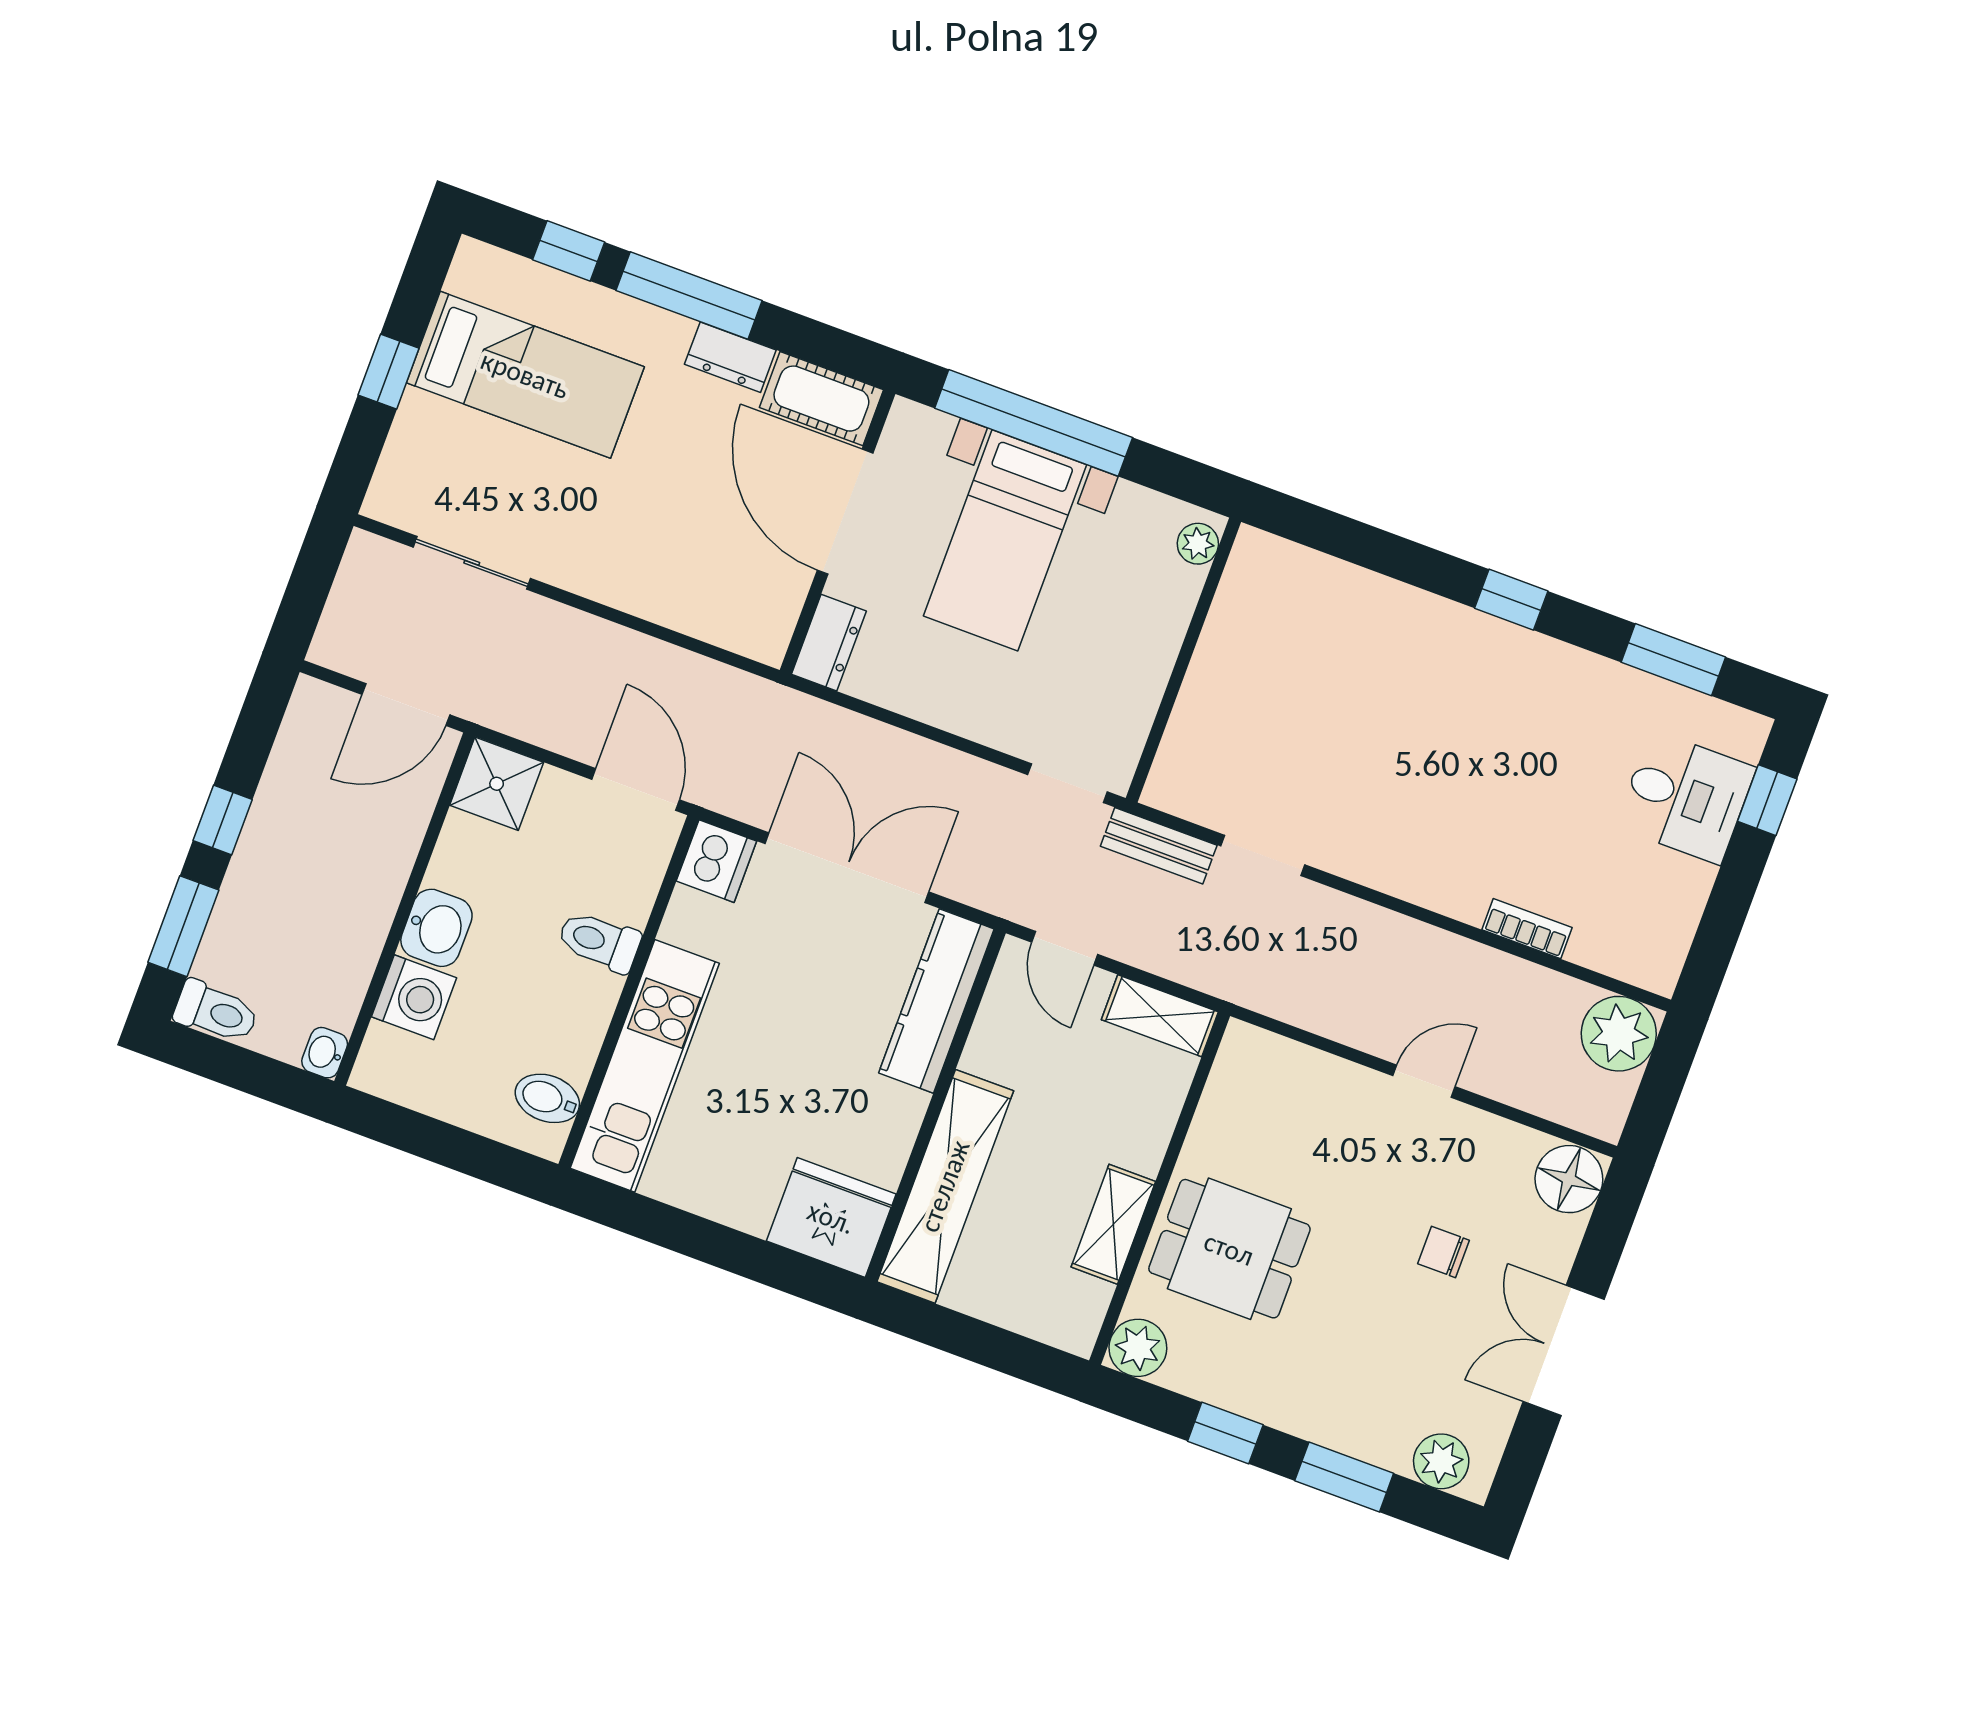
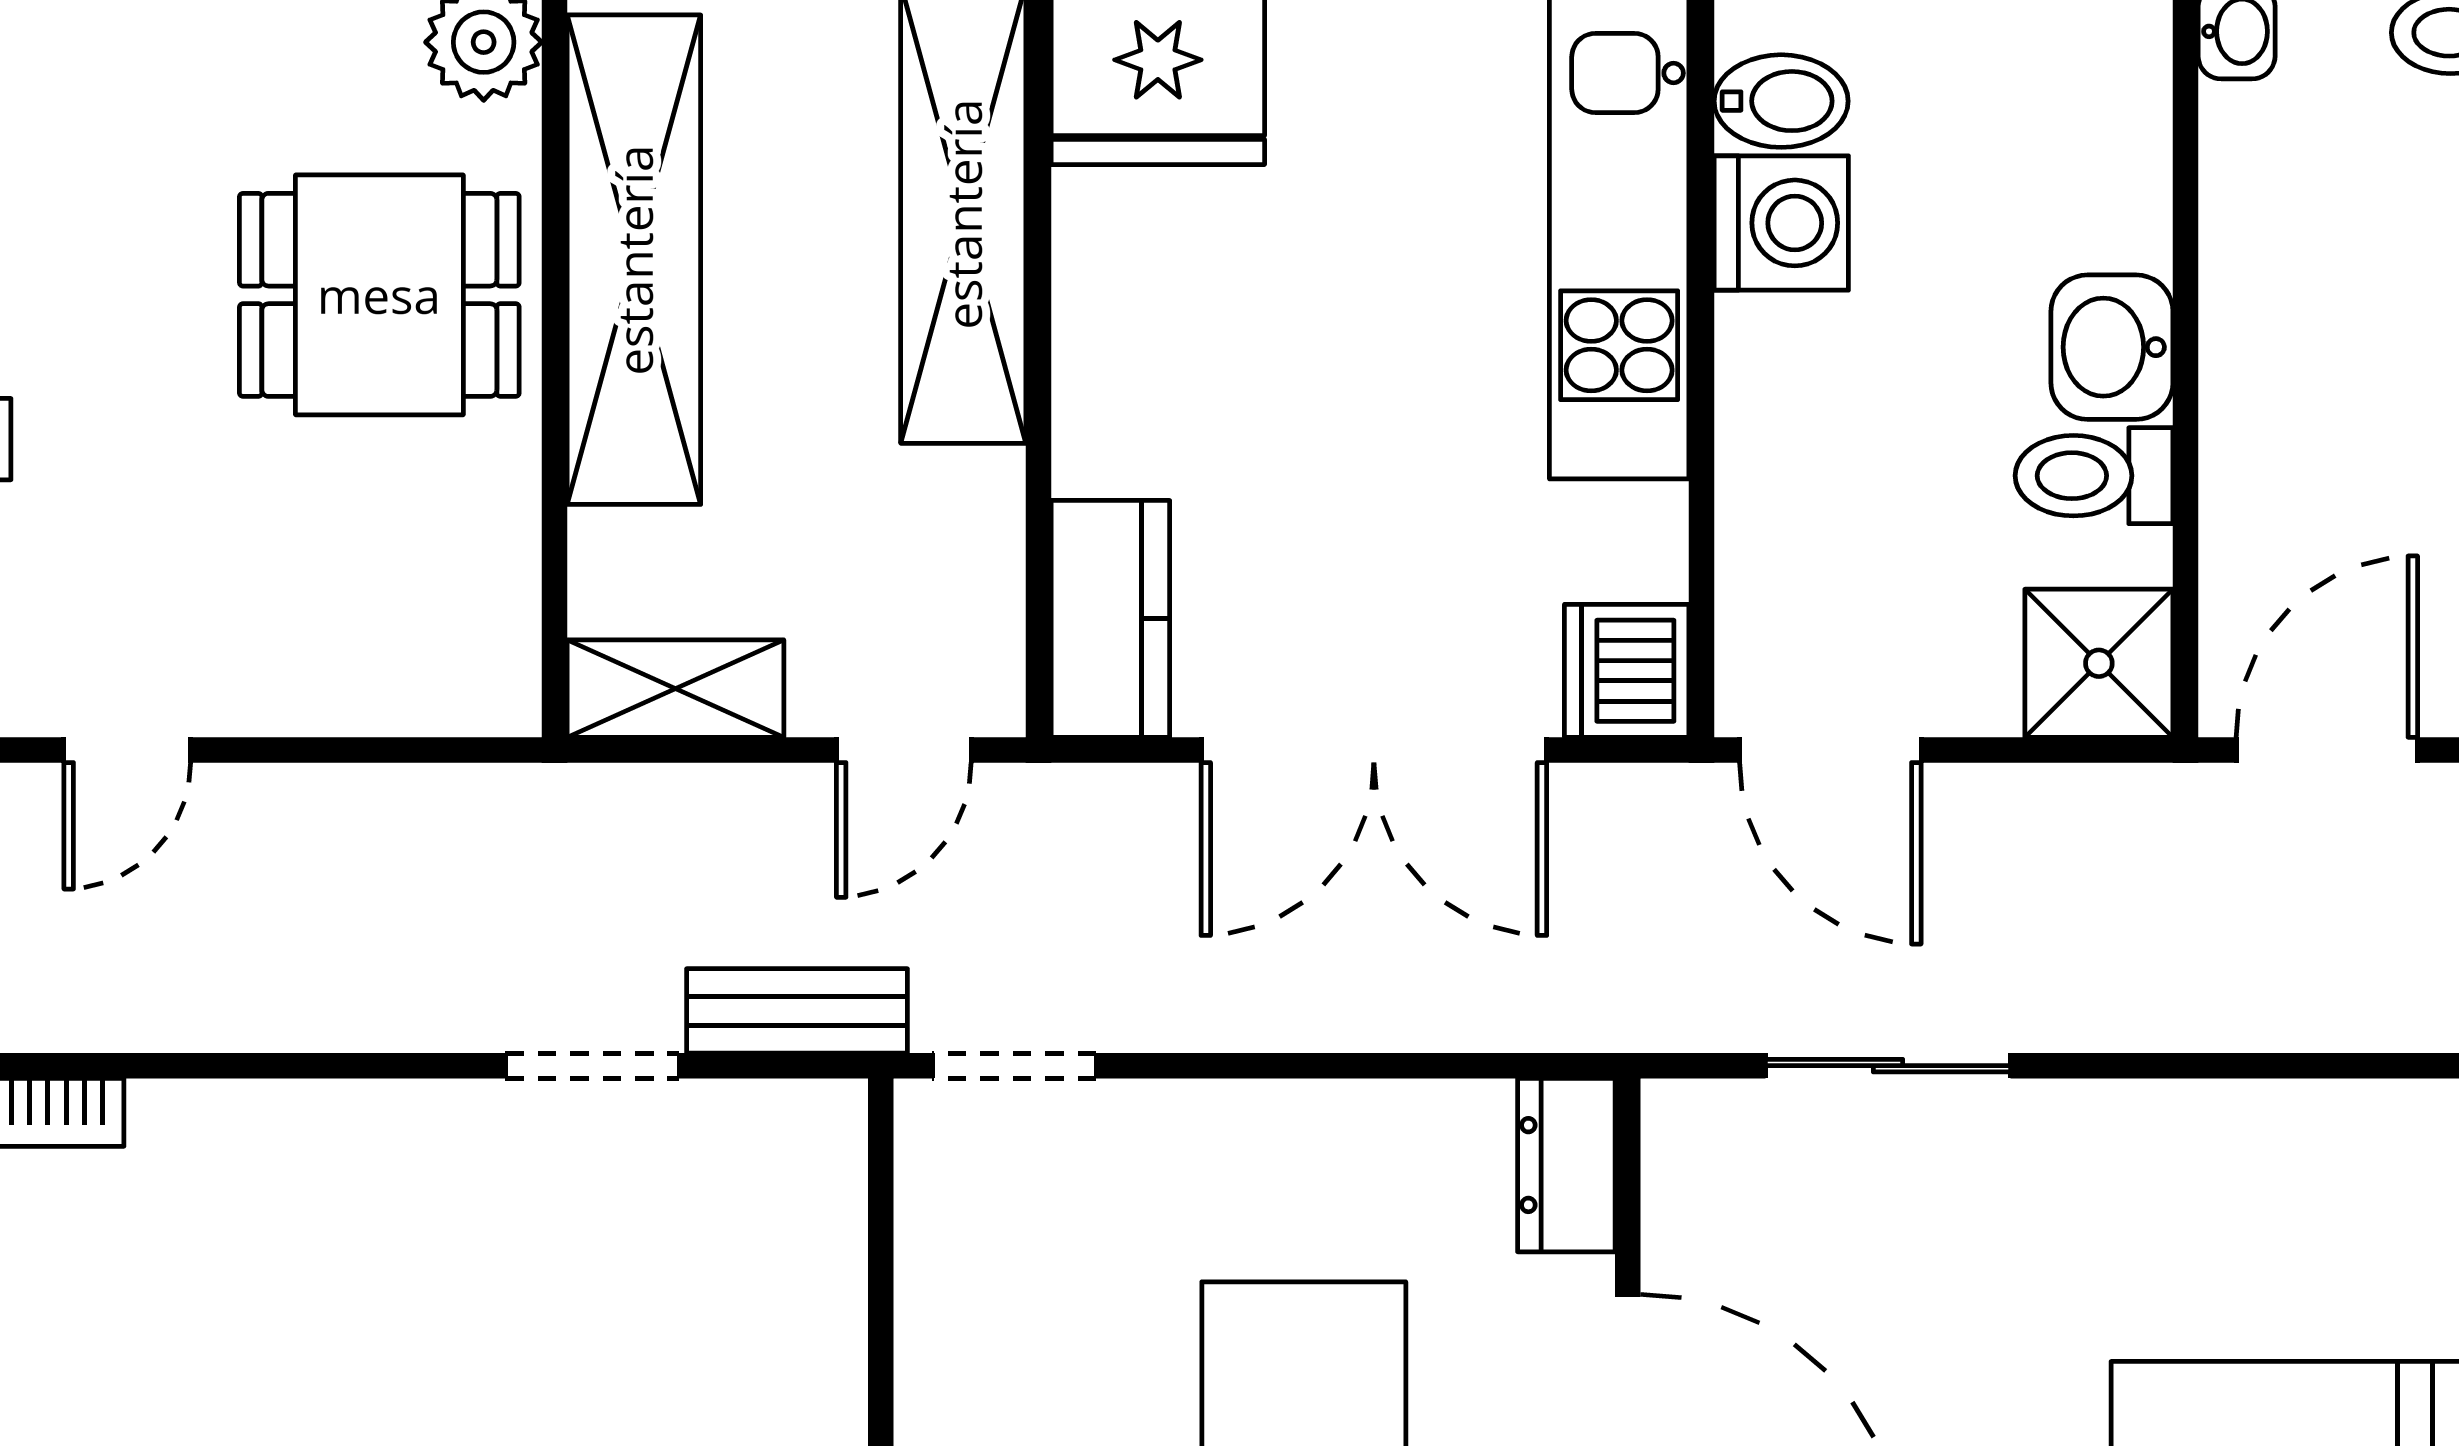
sliding door: (472, 563) -> (1888, 1066), moved
toilet: (599, 941) -> (2094, 476), moved, turned 180
door: (1065, 948) -> (904, 750), swing flipped
washing machine: (414, 997) -> (1781, 223), moved, turned 180
kitchen counter: (936, 1001) -> (1110, 619), width x0.67
shelving: (1113, 1224) -> (634, 260), width x2.20, depth x1.33

